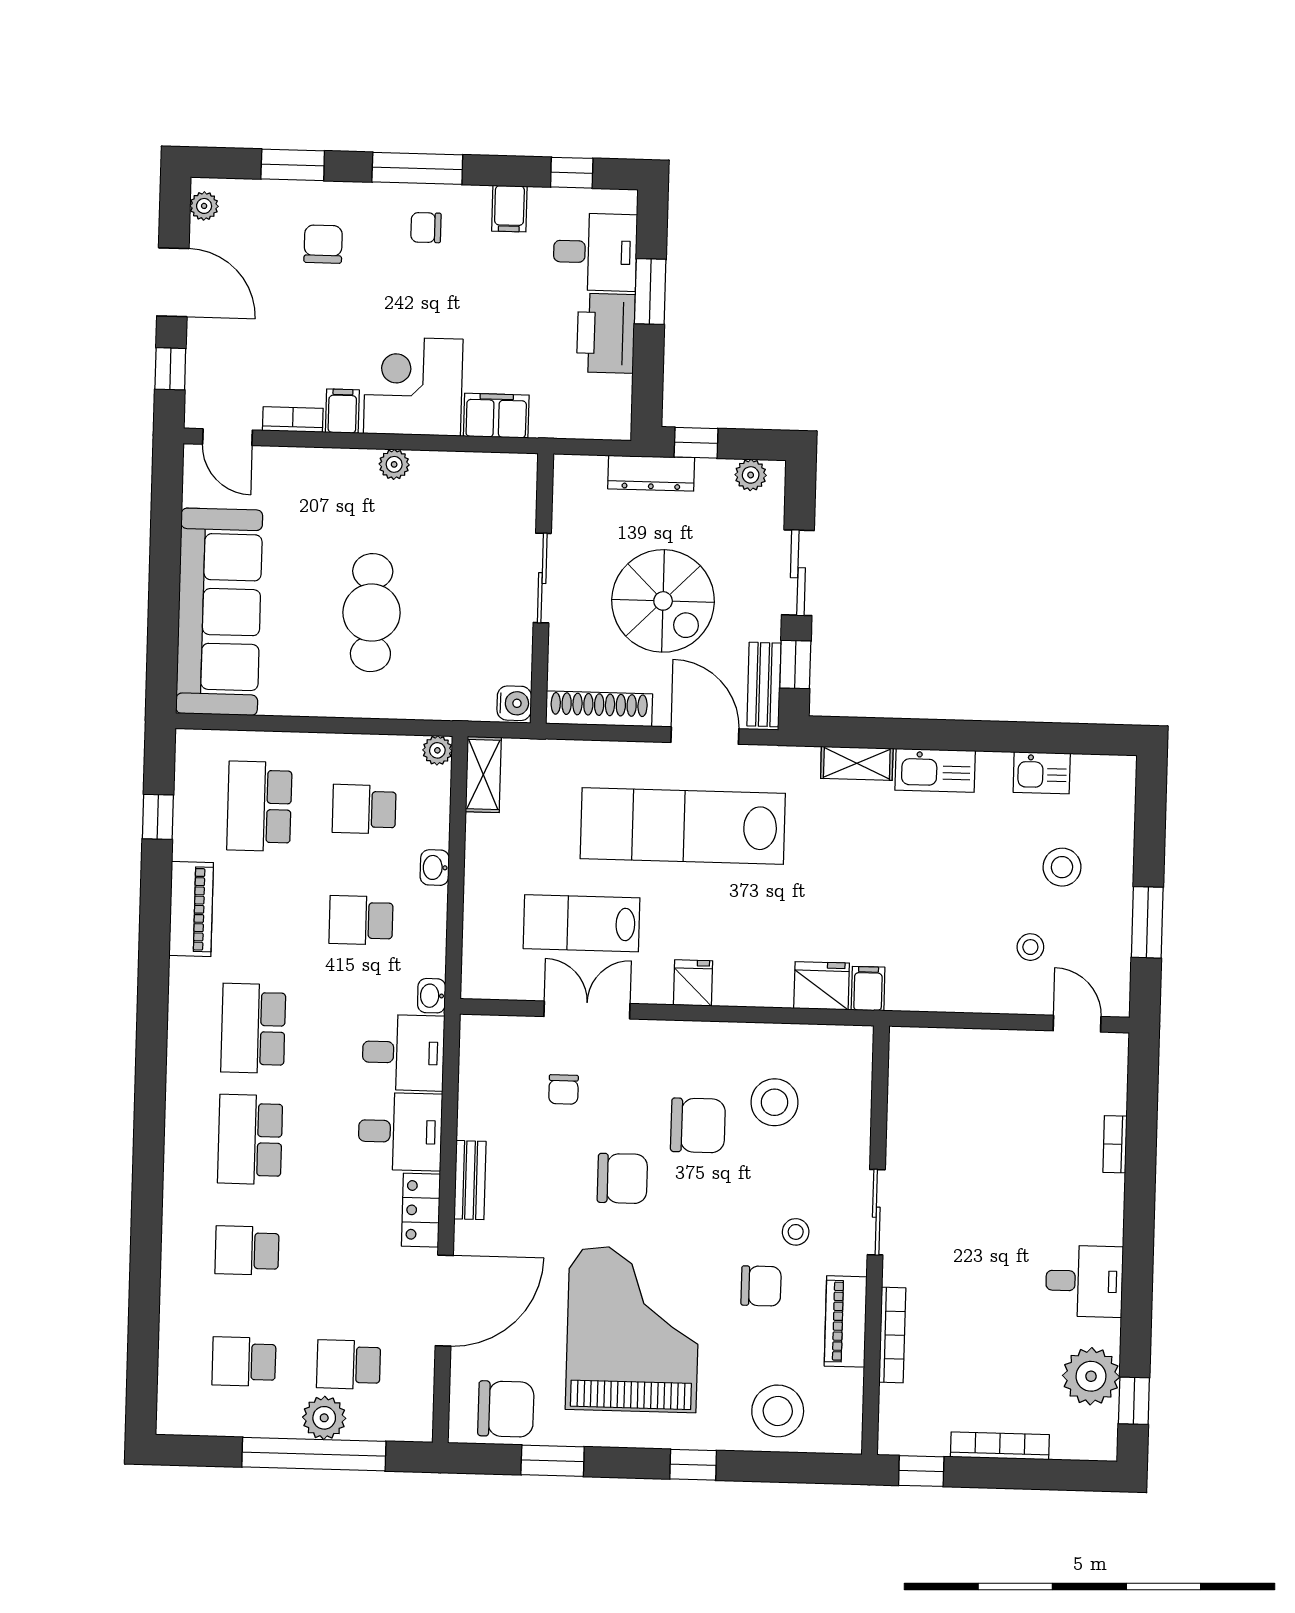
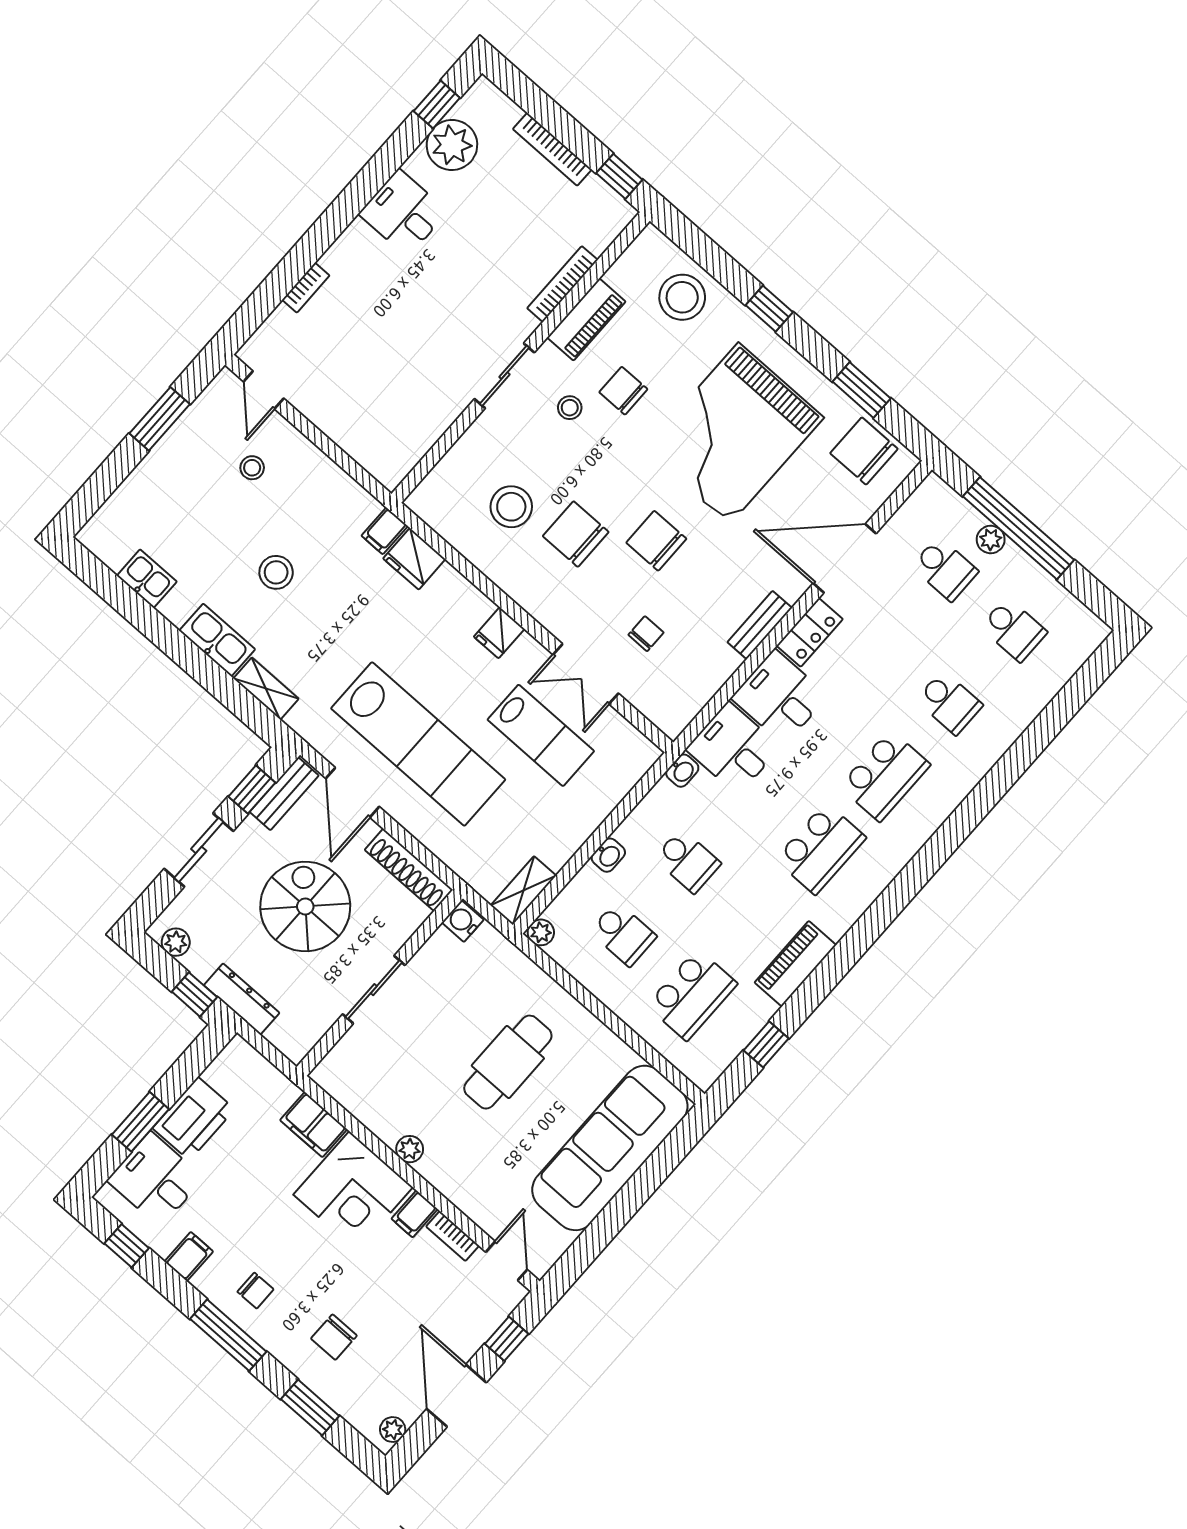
stool: (1062, 867) -> (276, 572), moved
plant: (324, 1418) -> (991, 540), width x0.73, depth x0.73

